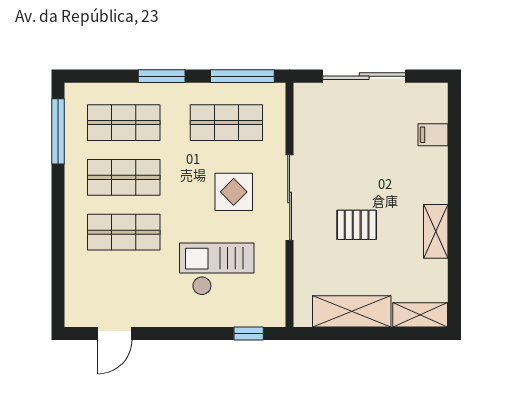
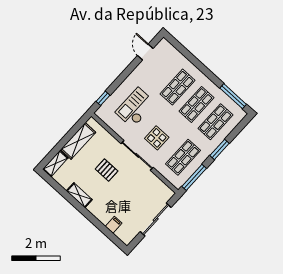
pallet: (357, 225) -> (107, 170), turned 90
checkout: (217, 269) -> (135, 108), turned 180

